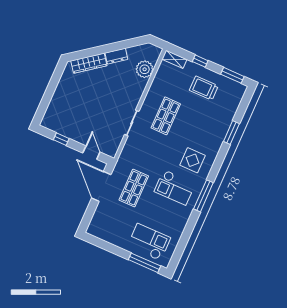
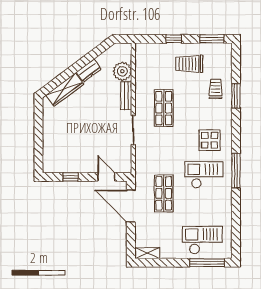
shelving: (174, 59) -> (147, 253), moved
bench: (139, 91) -> (126, 96), added
trolley: (217, 119) -> (216, 89), added
checkout: (175, 187) -> (204, 175), turned 180

